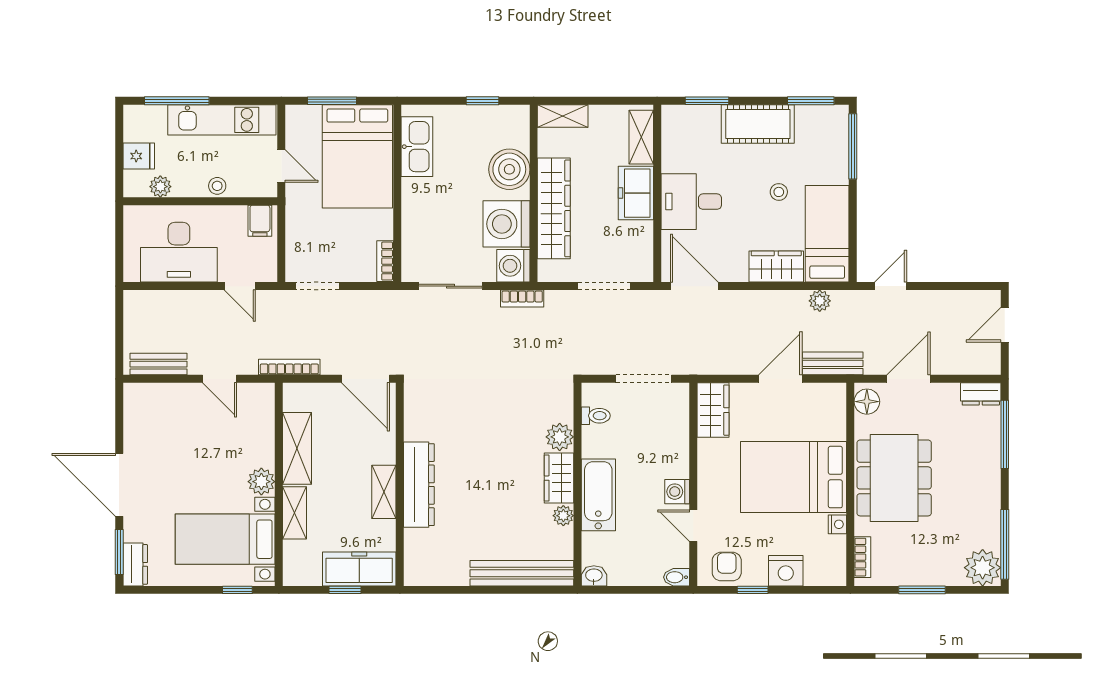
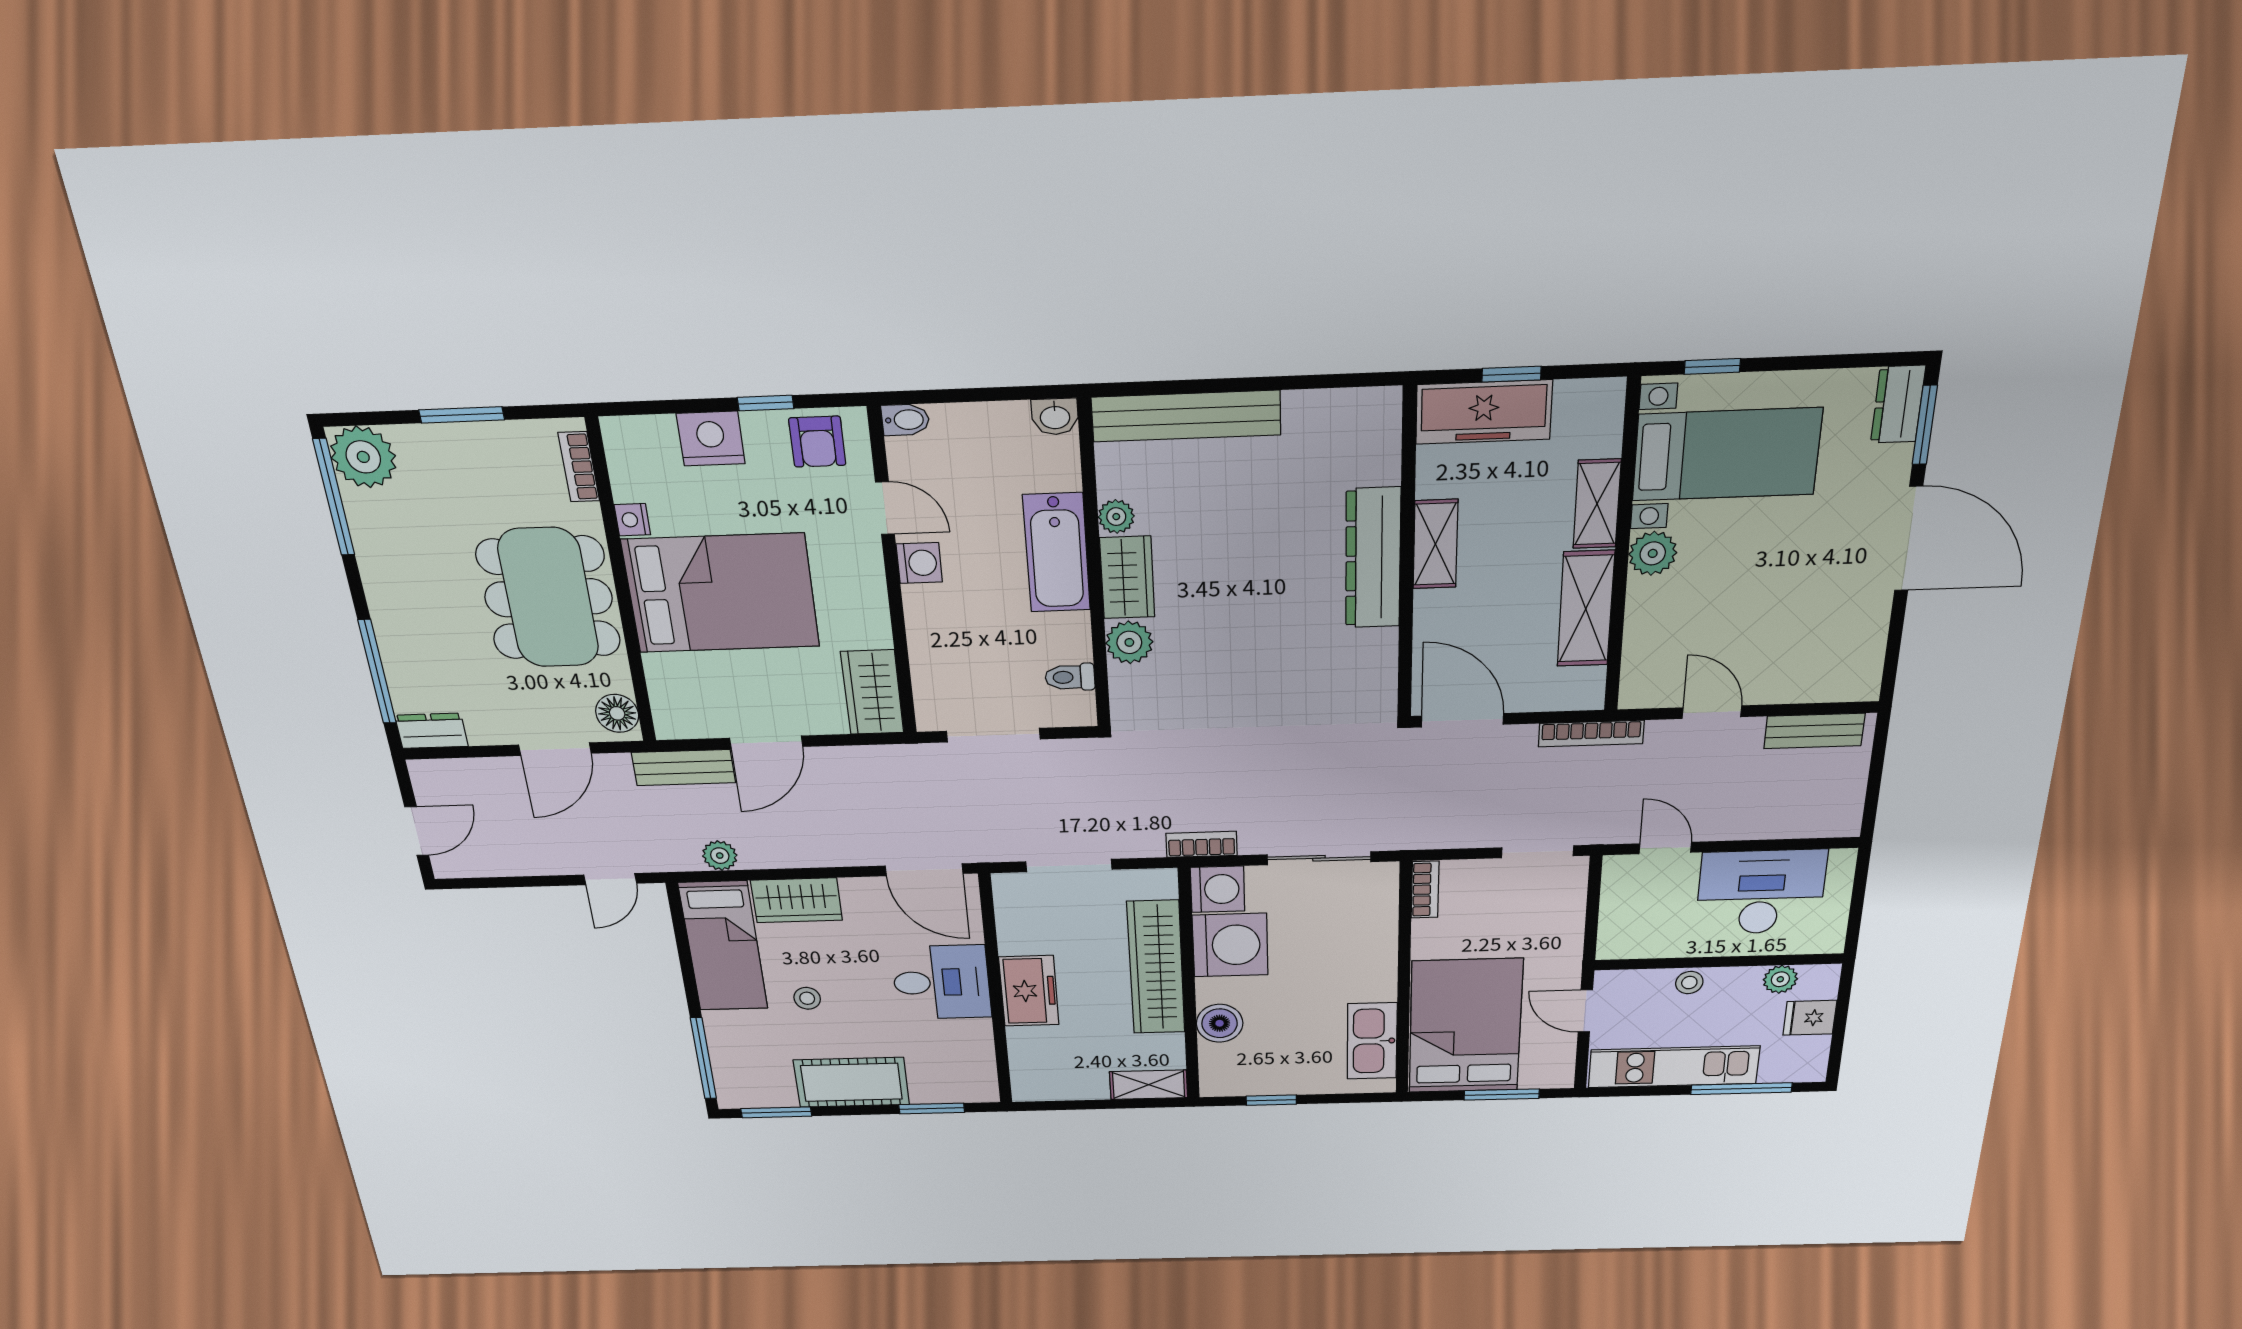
shelving: (641, 137) -> (1027, 1062), removed
boiler: (509, 169) -> (1220, 1023), width x0.73, depth x0.73
filing cabinet: (260, 221) -> (1625, 938), removed

